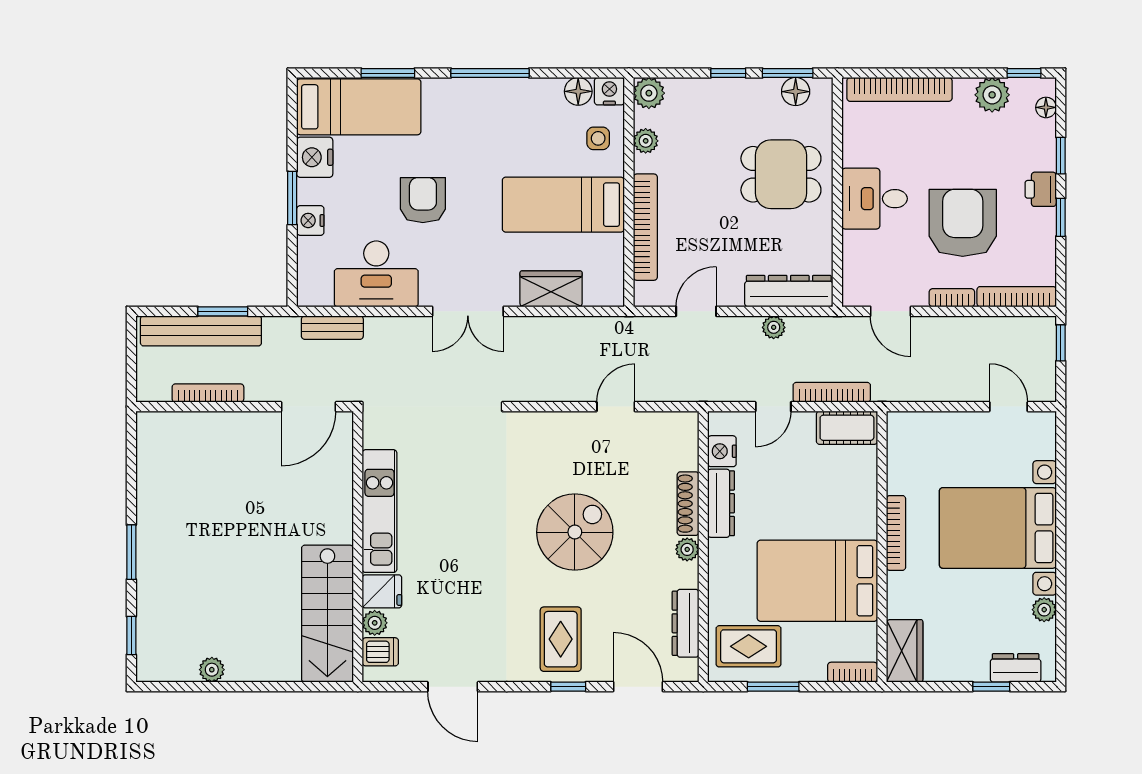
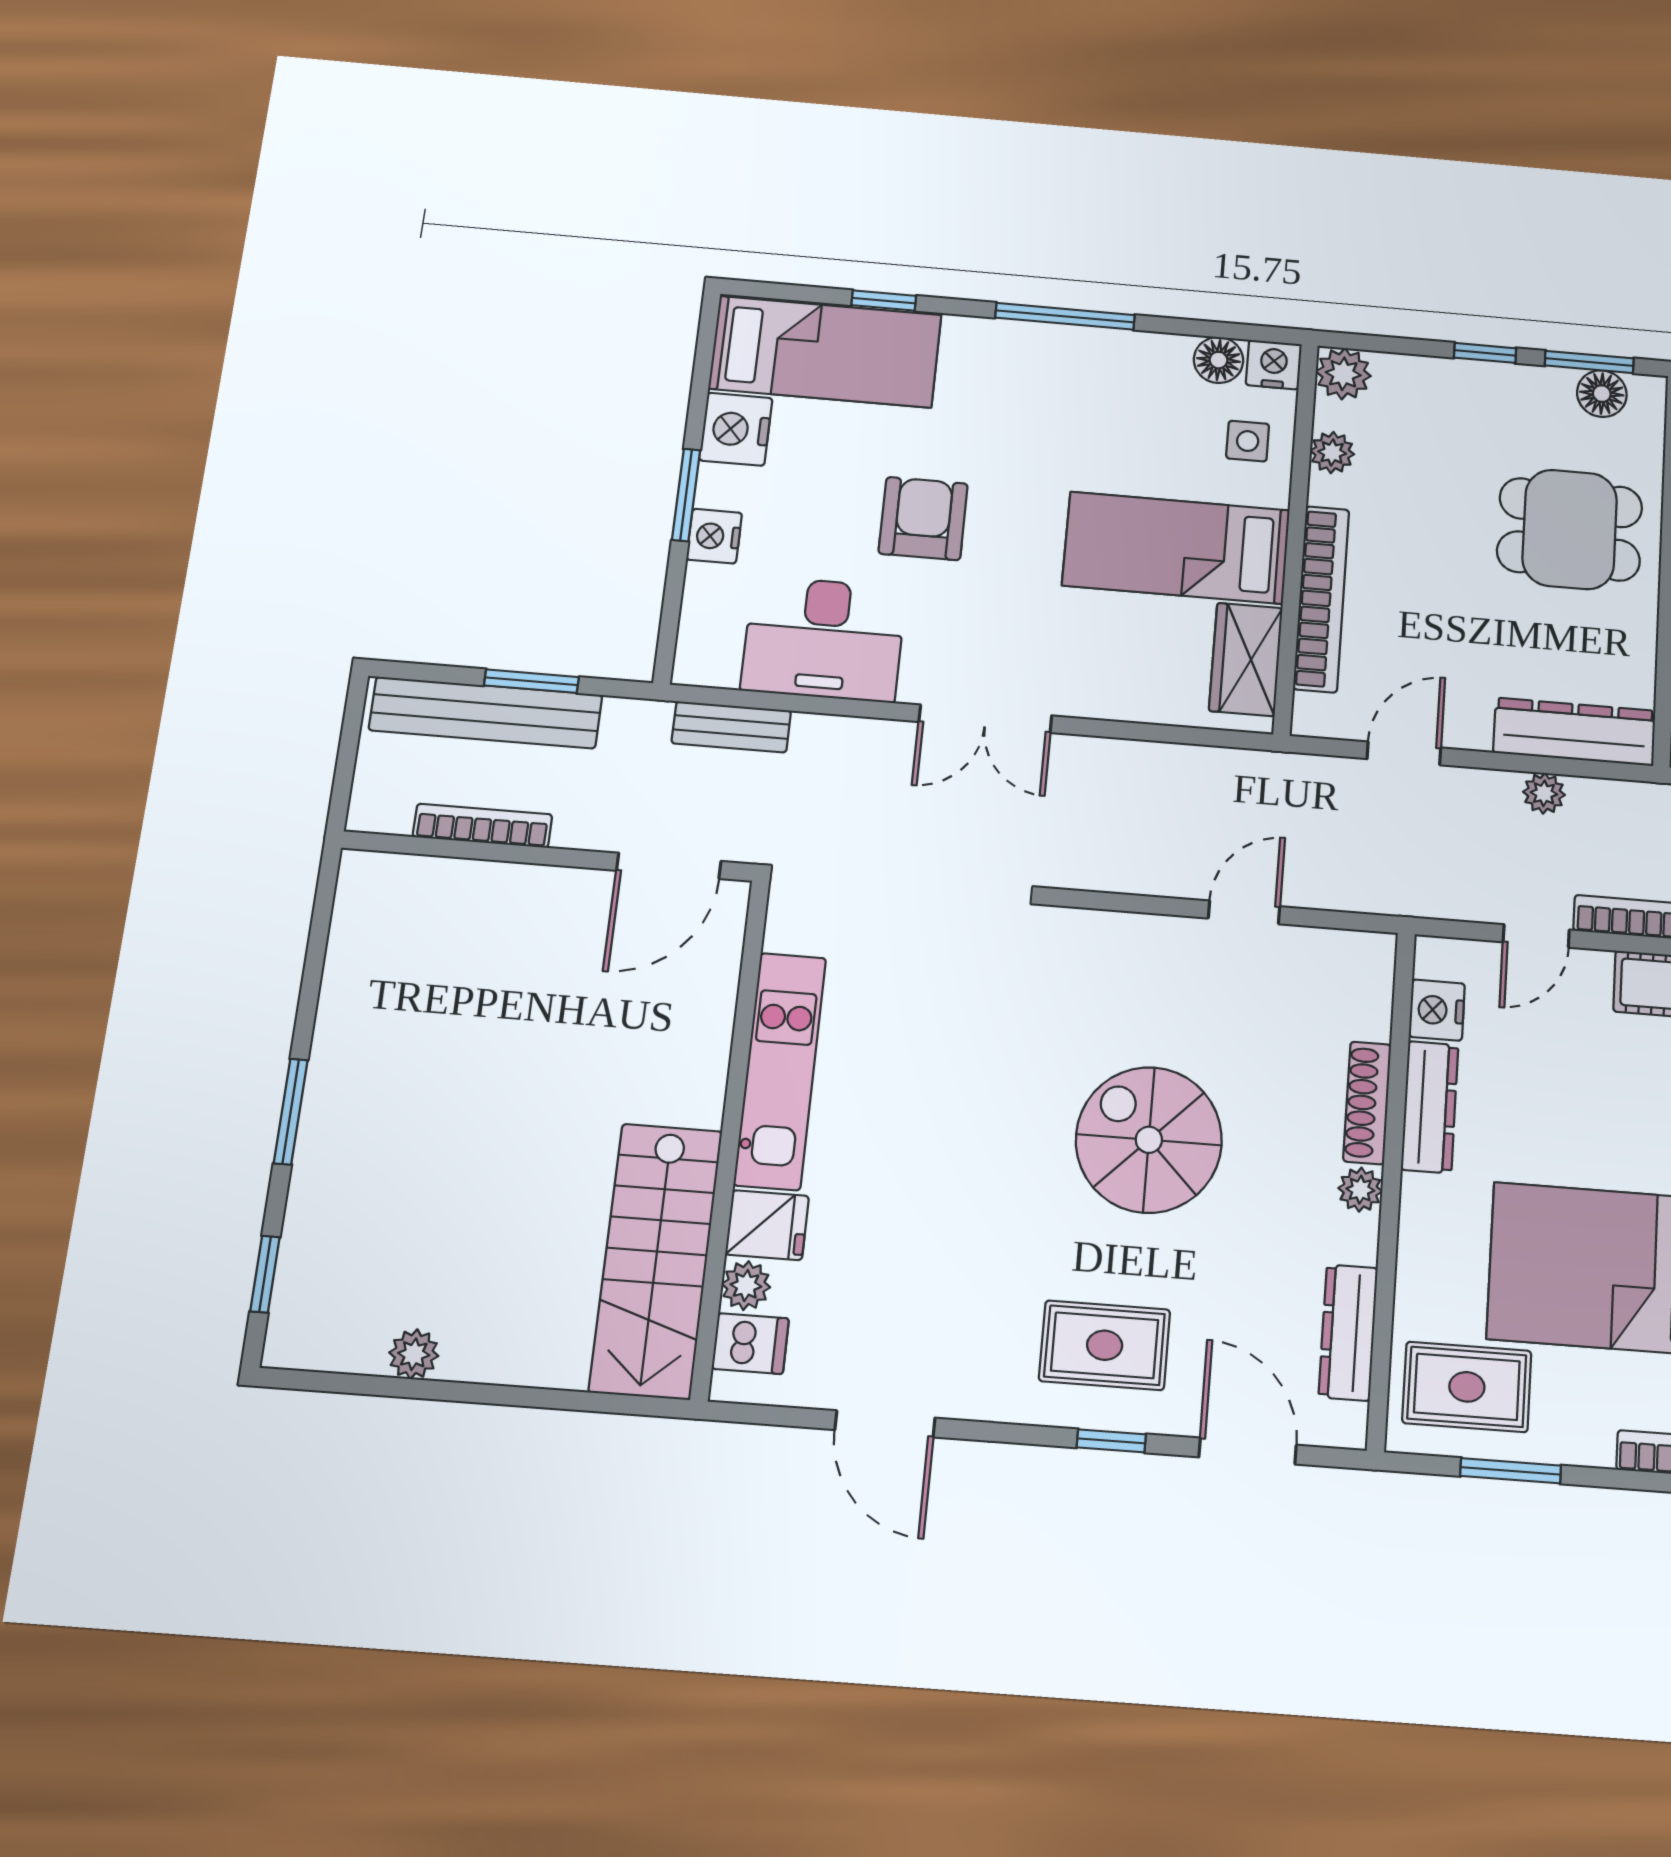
window: (388, 73) -> (884, 301), width x0.67
wardrobe: (551, 289) -> (1246, 659), moved, turned -90
spiral stairs: (575, 532) -> (1149, 1140), turned -90
rug: (561, 639) -> (1105, 1345), turned 90

